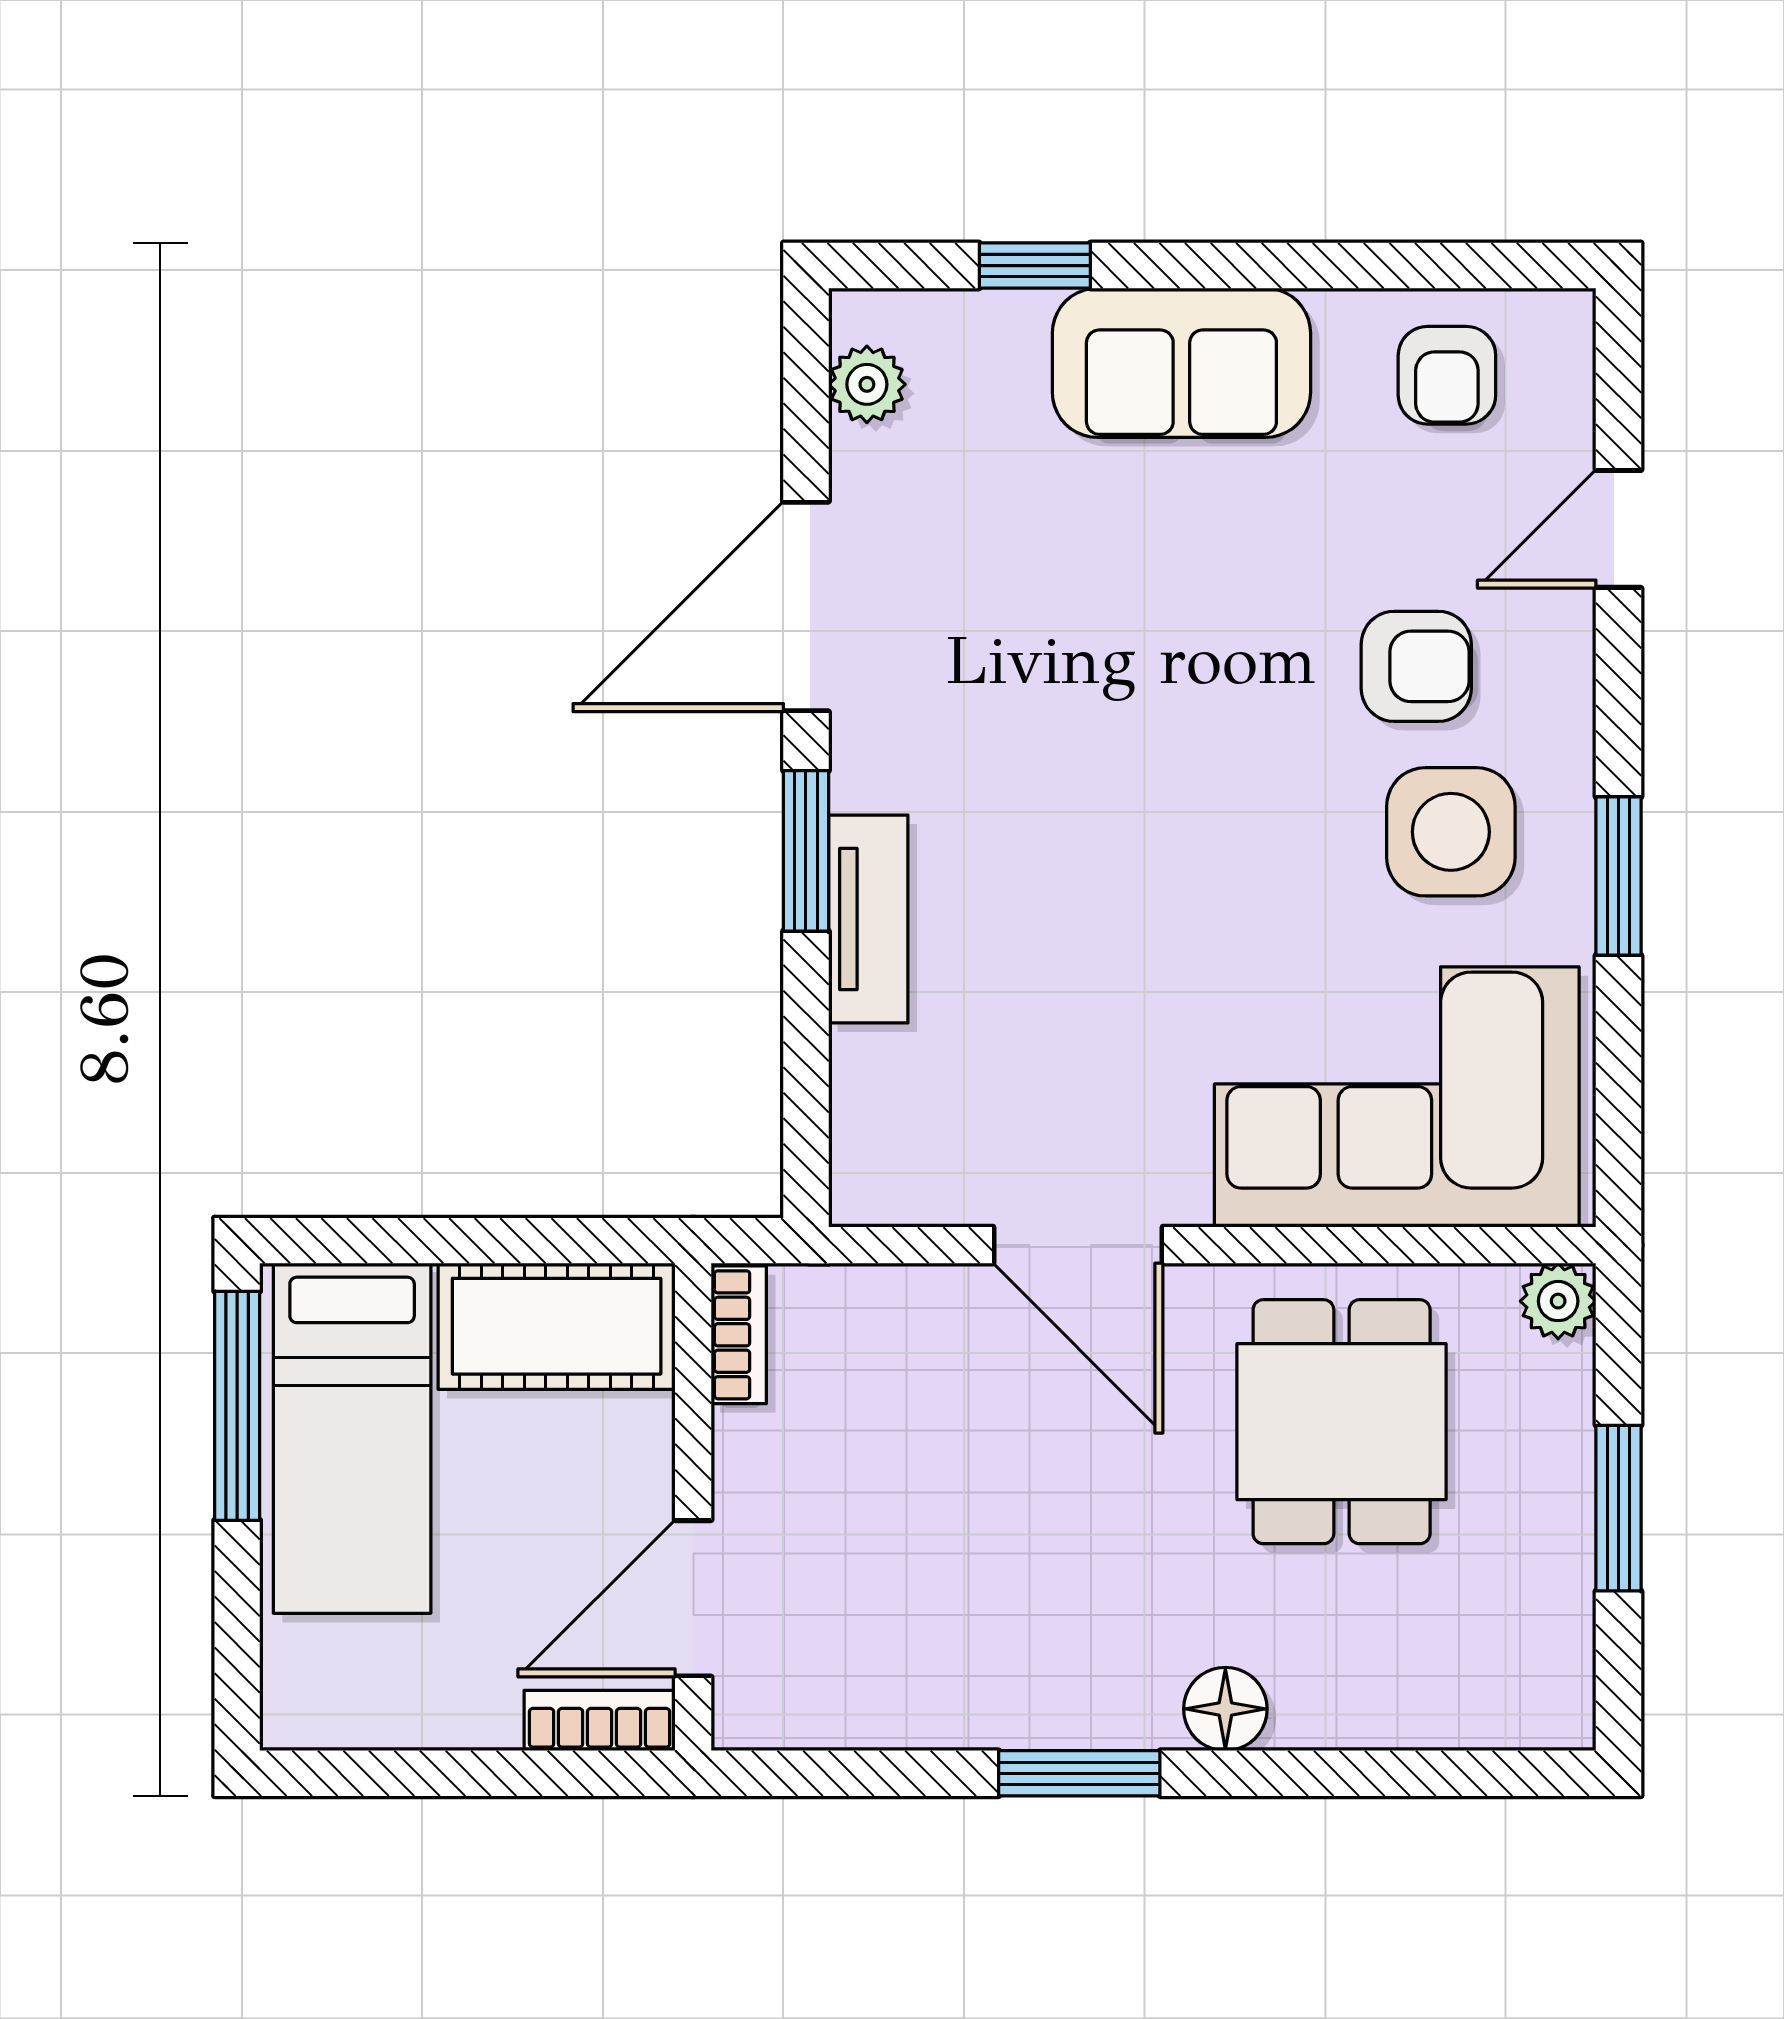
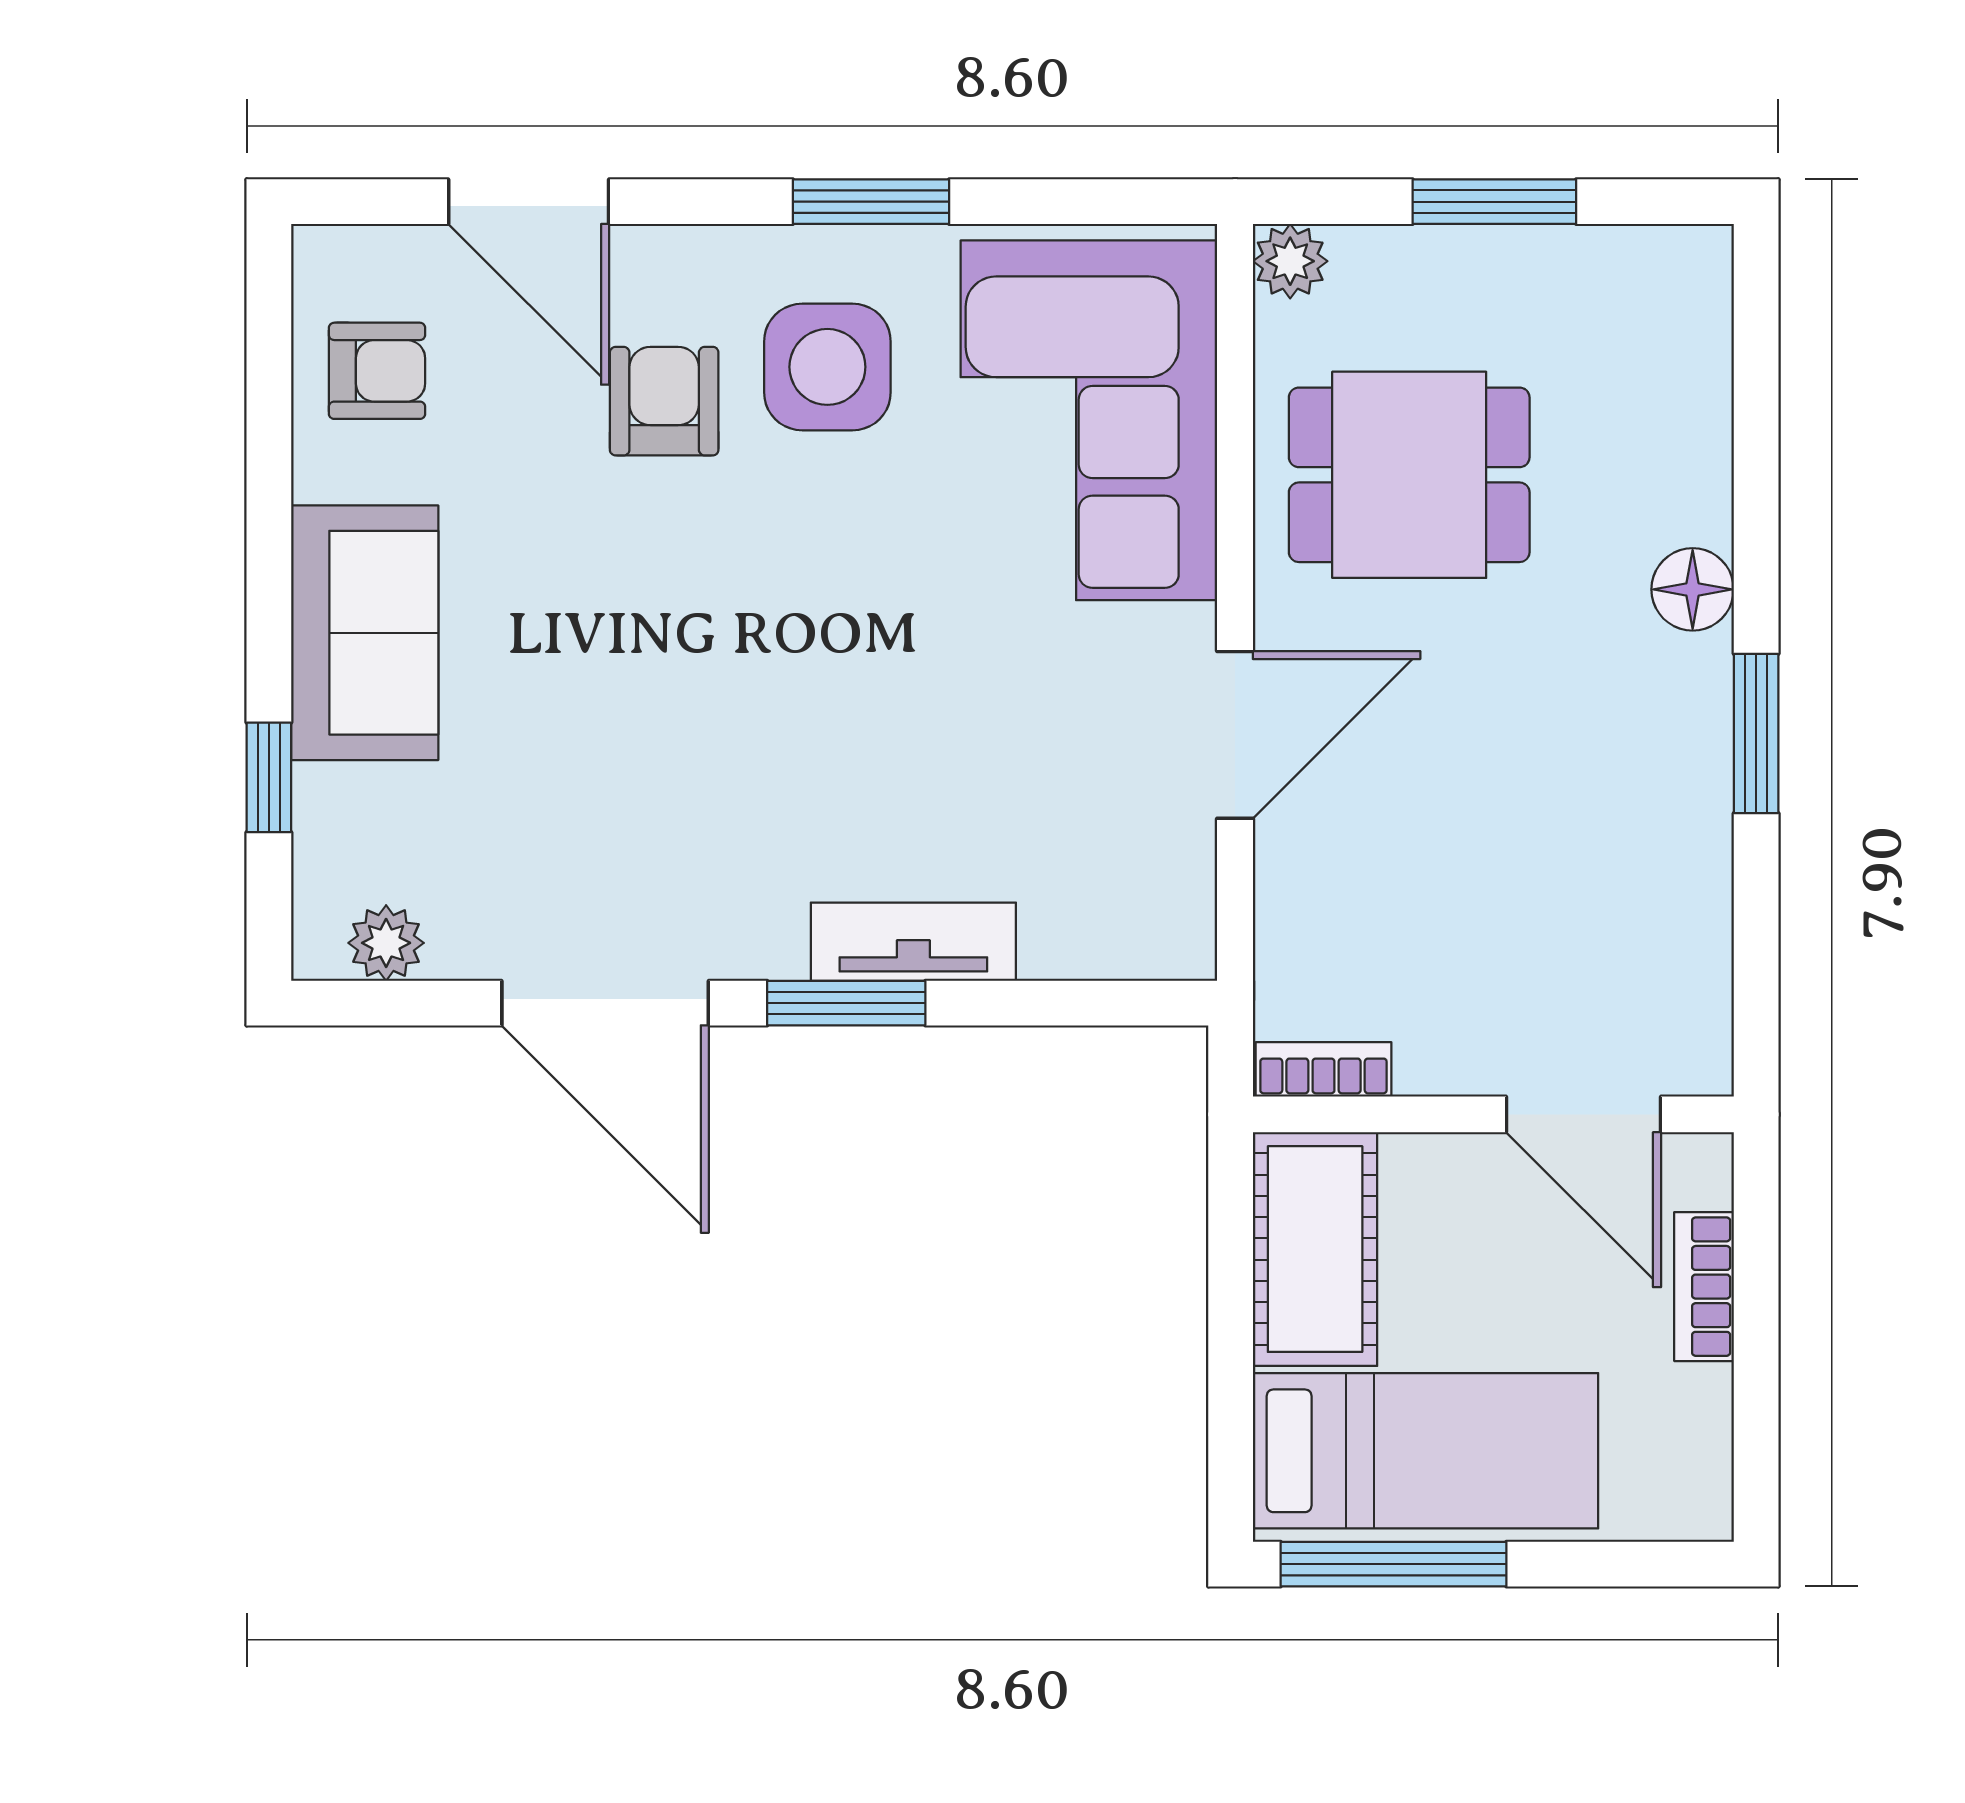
door: (1619, 529) -> (529, 202), width x1.38
bookcase: (600, 1721) -> (1704, 1287), moved

